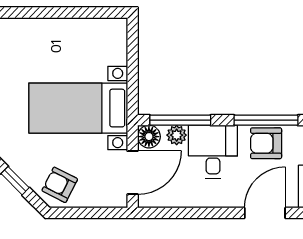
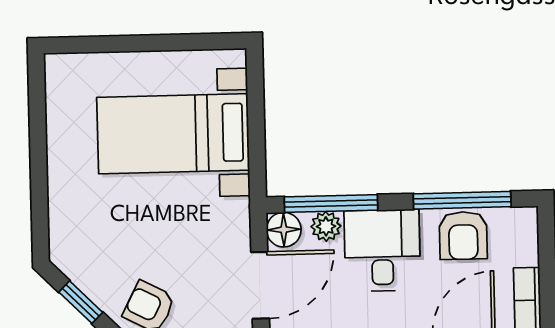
bed with nightstands: (78, 108) -> (173, 134), moved
armchair: (266, 143) -> (463, 235), turned -90

